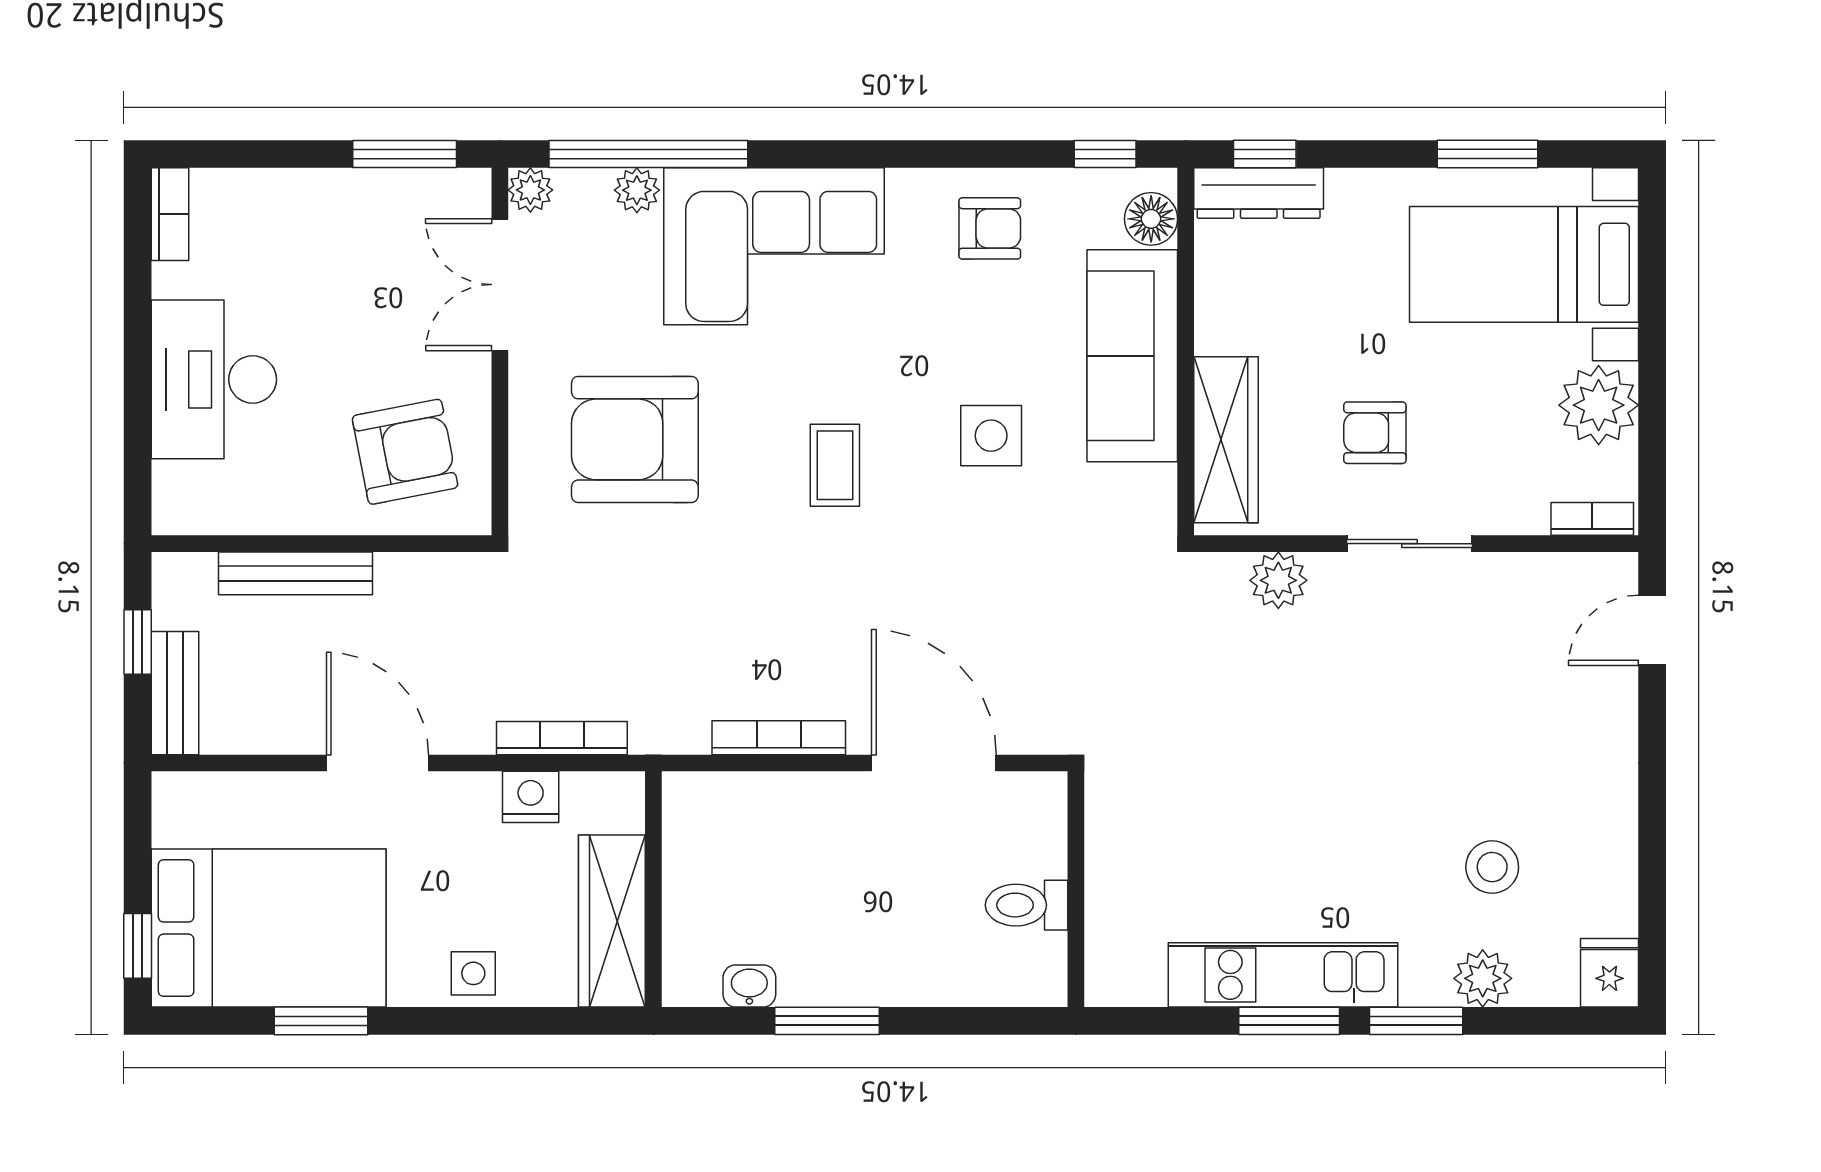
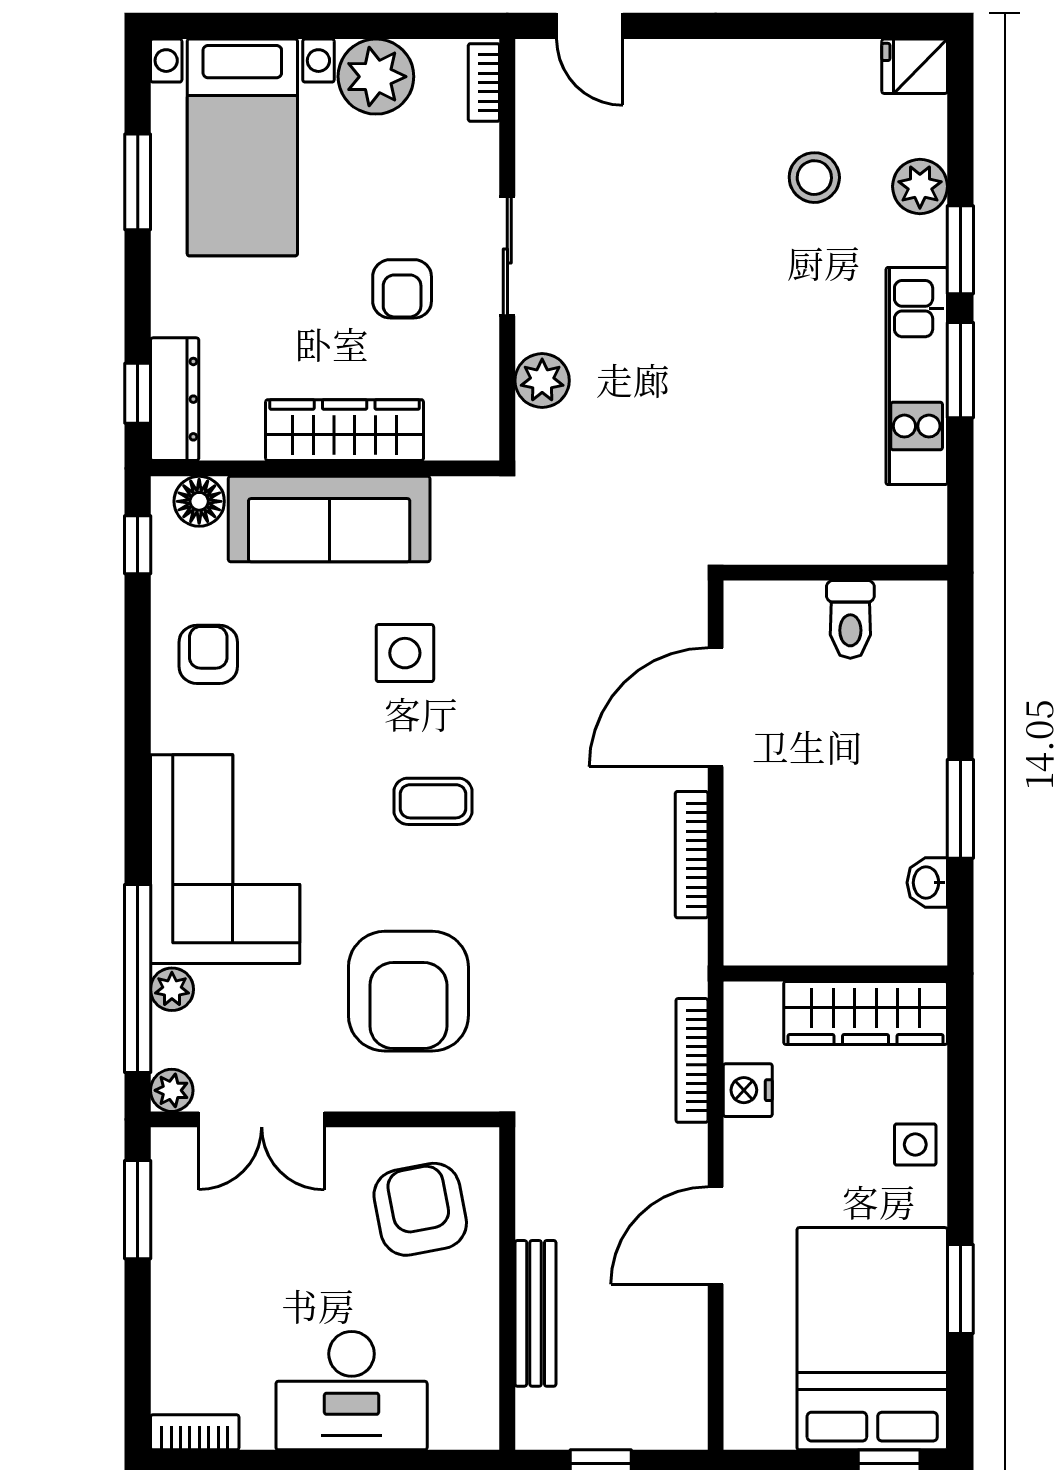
wardrobe: (1226, 440) -> (345, 430), moved
bench: (175, 693) -> (649, 1428), removed

